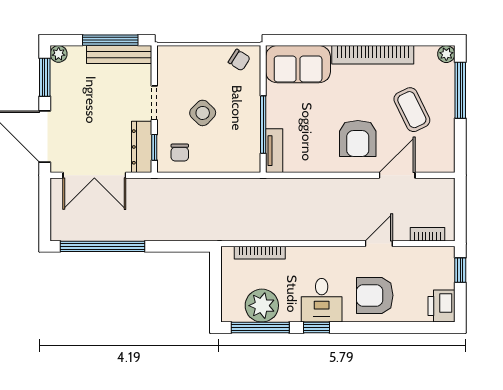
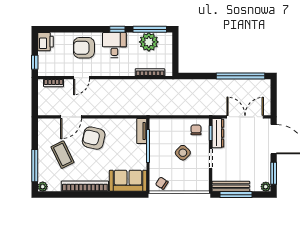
armchair: (358, 138) -> (94, 138), turned -77
armchair: (375, 295) -> (84, 48), turned 180

